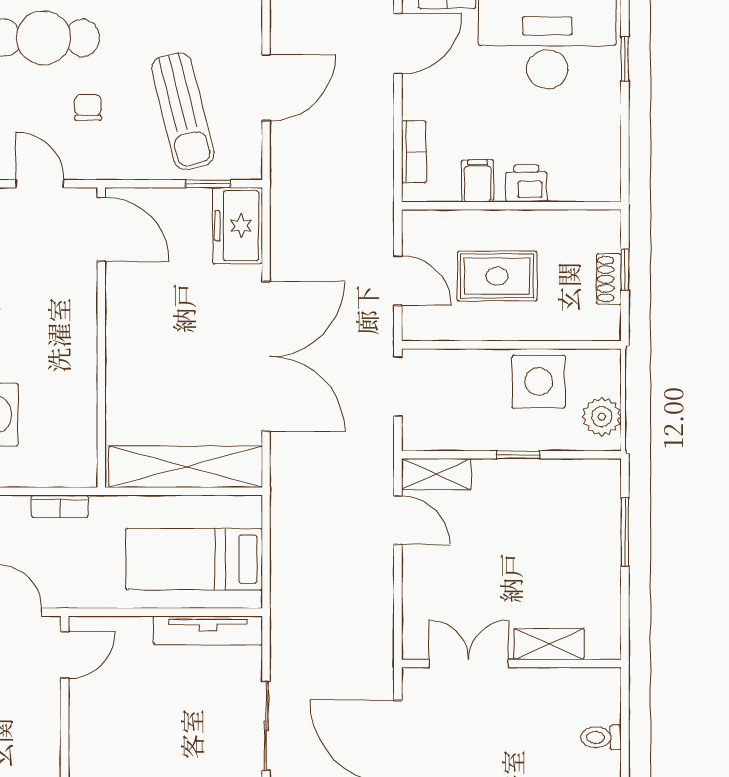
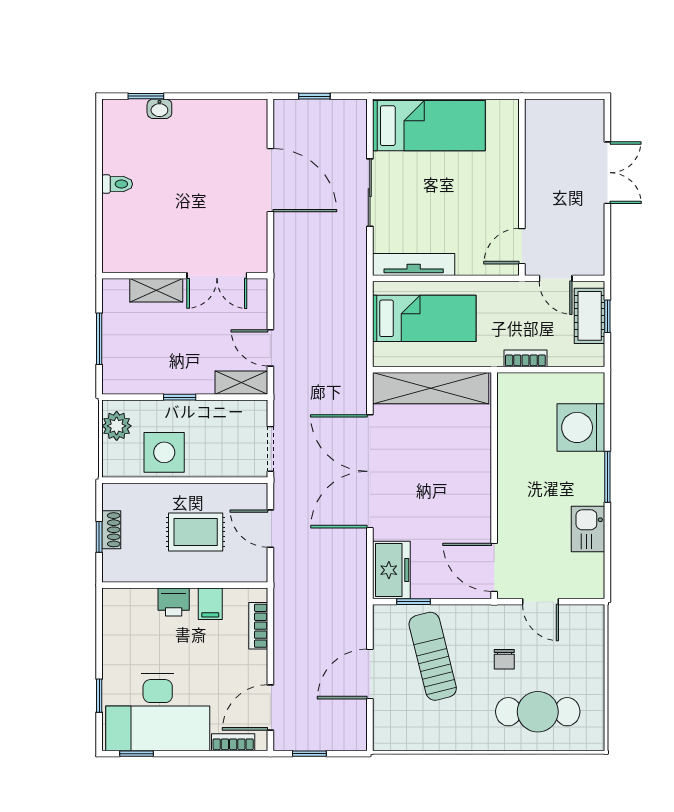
shelving: (549, 644) -> (156, 290), moved
double door: (469, 663) -> (217, 276), moved
wall: (511, 663) -> (185, 276), moved

